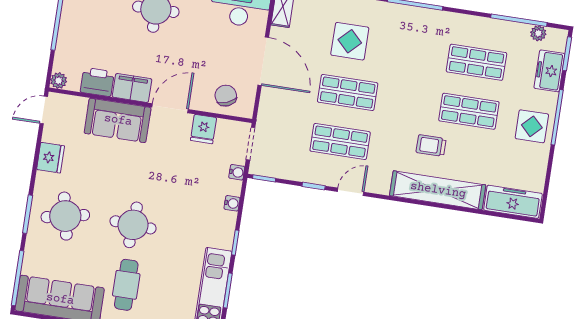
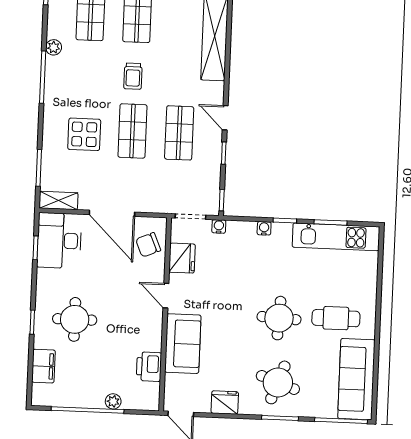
plant: (445, 19) -> (54, 47), added
door: (263, 61) -> (112, 213), swing flipped
plant: (59, 81) -> (113, 401), moved
filing cabinet: (132, 88) -> (151, 333), removed
door: (170, 108) -> (166, 296), width x0.73
fridge: (203, 129) -> (182, 258), width x1.38
trolley: (431, 146) -> (133, 76), moved
water cooler: (232, 203) -> (264, 228), moved
round table: (65, 216) -> (278, 382), turned 32

